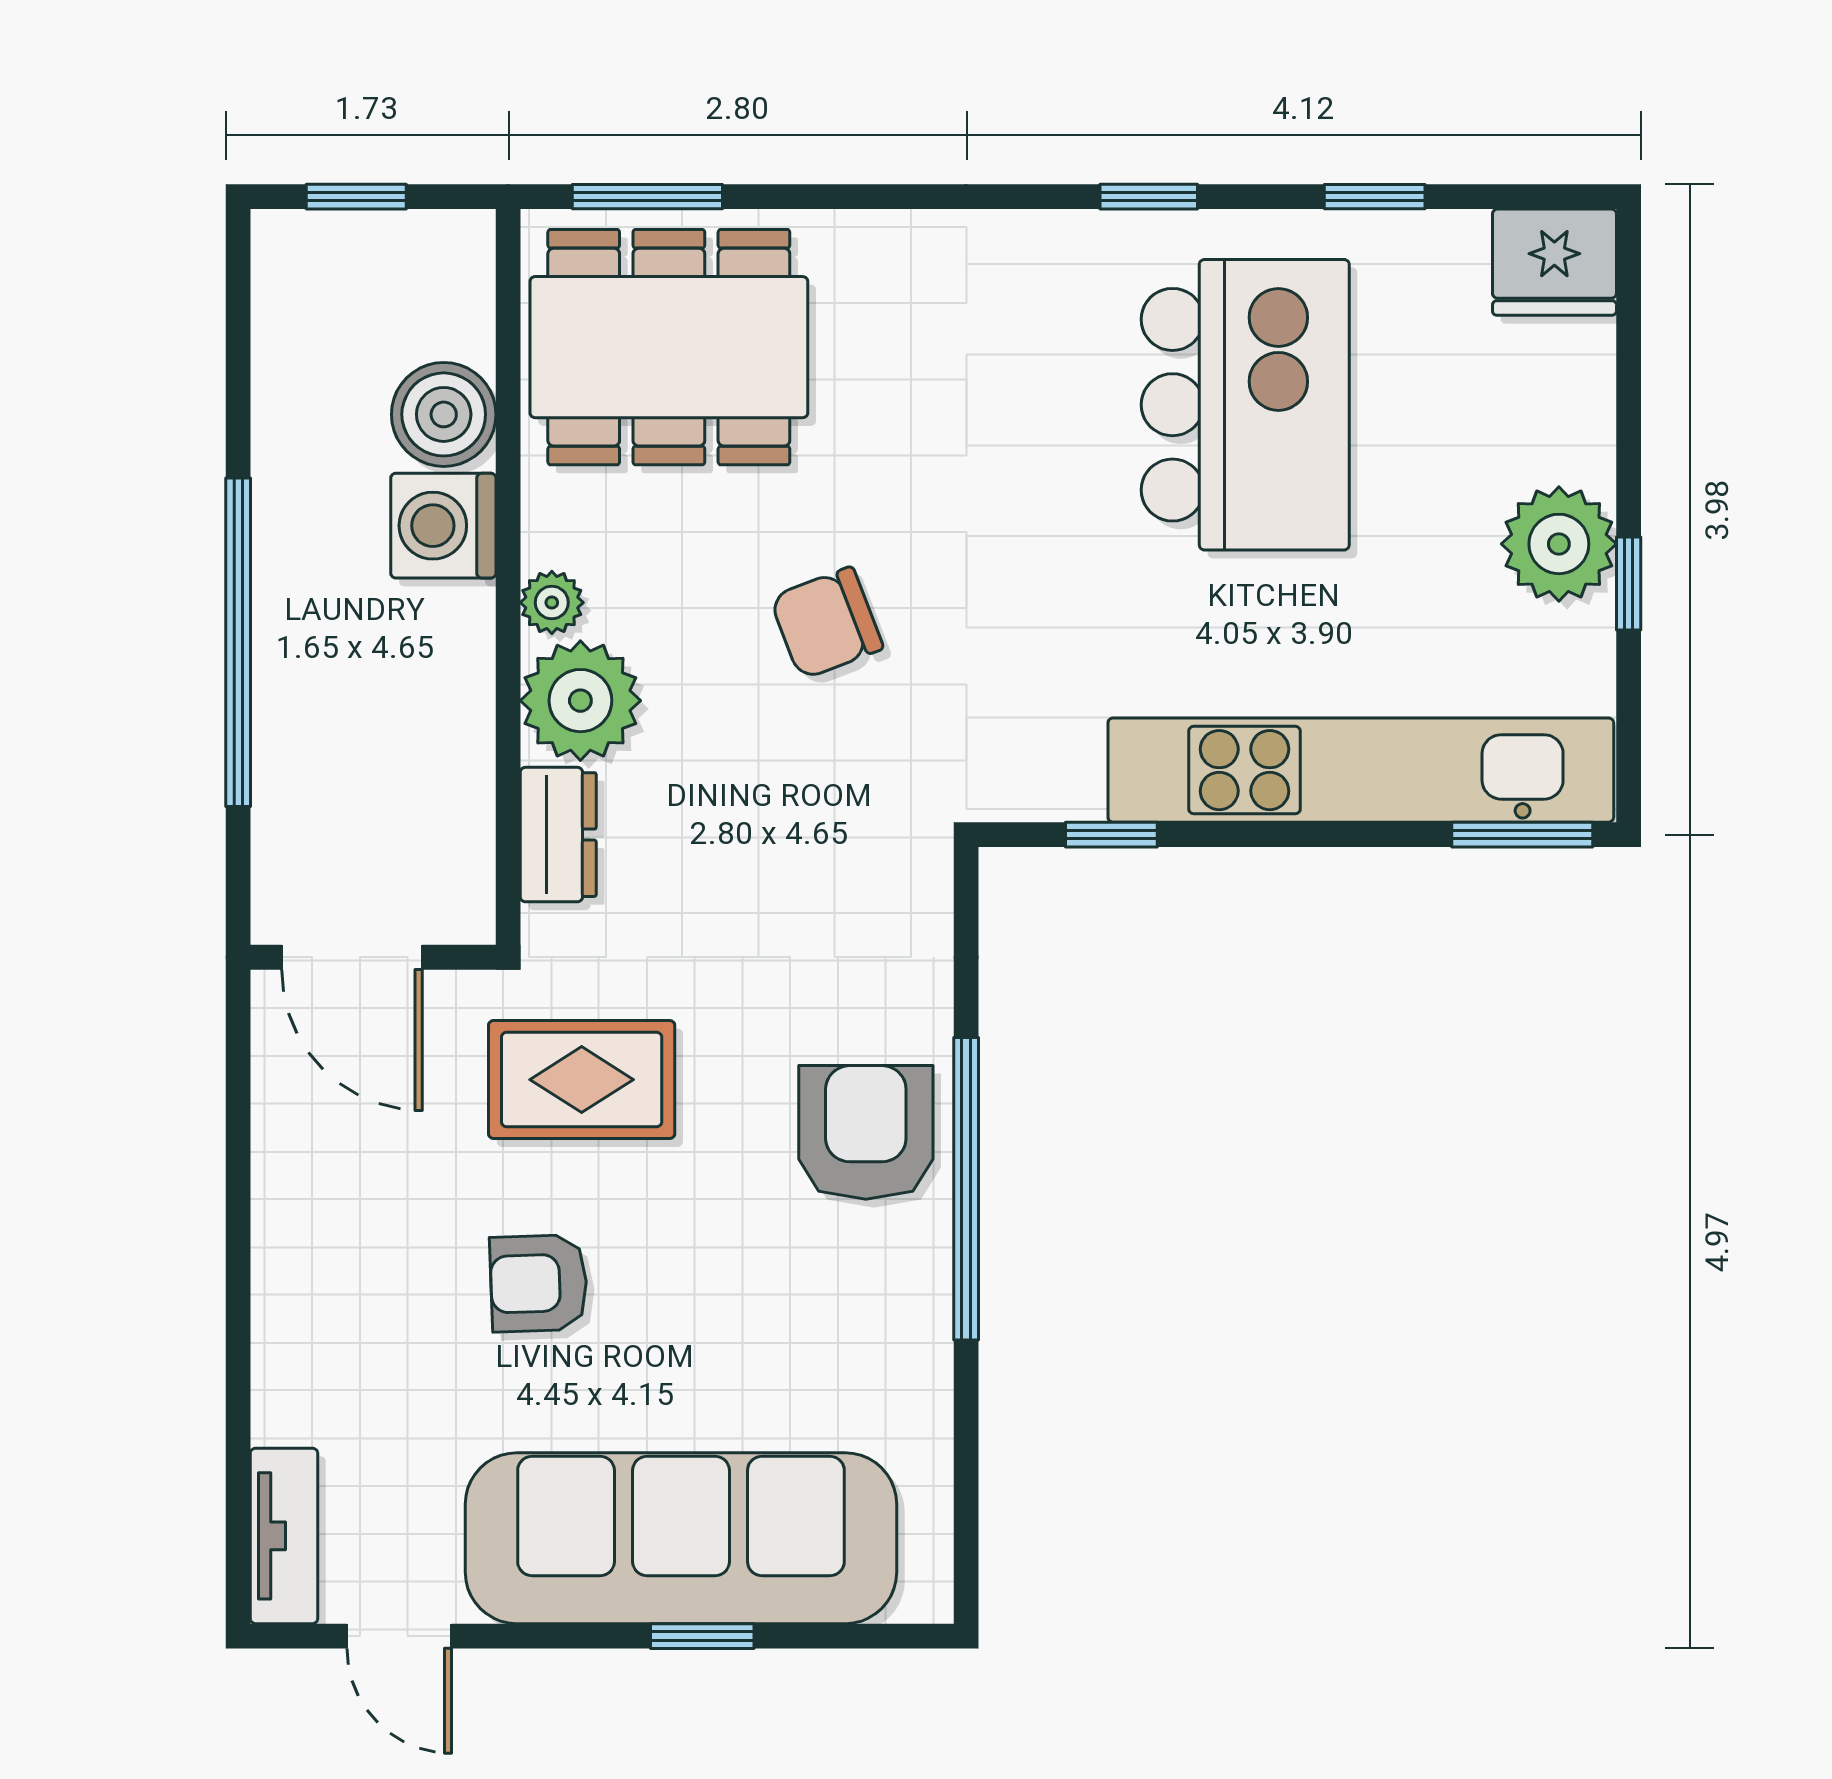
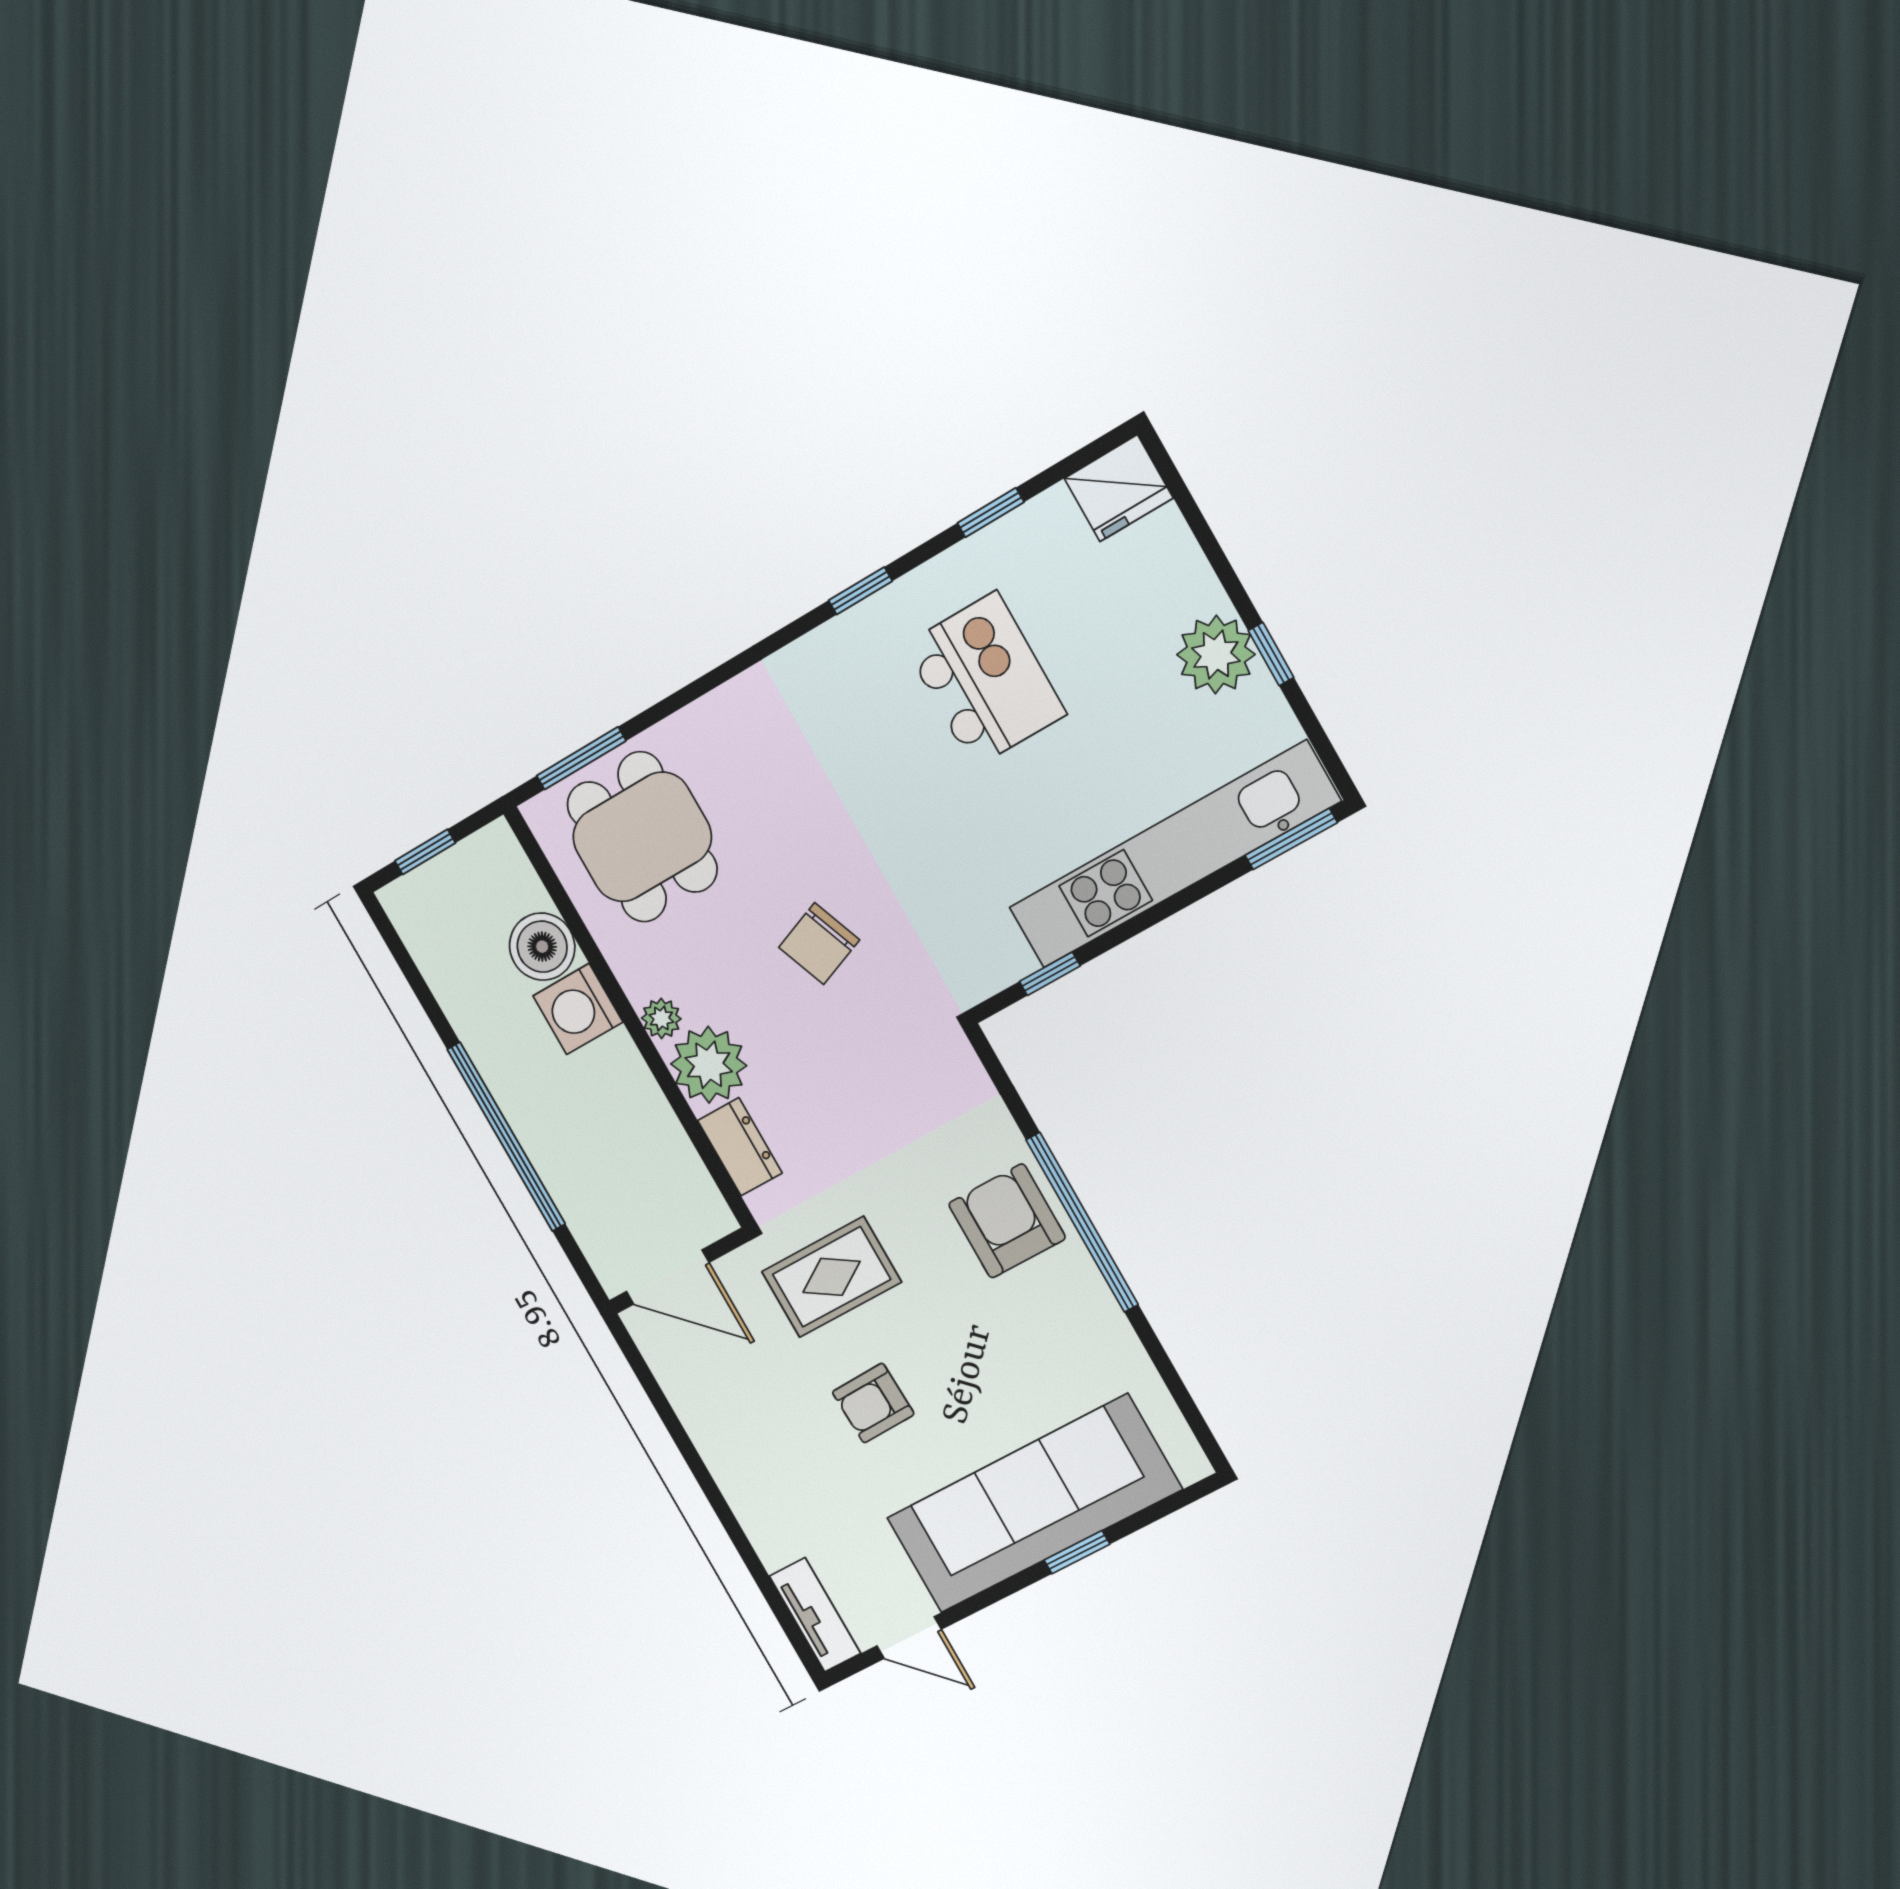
dining table: (669, 347) -> (642, 837), width x0.73
kitchen island: (1245, 405) -> (985, 680), width x0.73, depth x0.78

